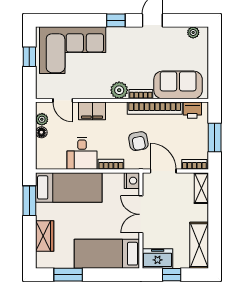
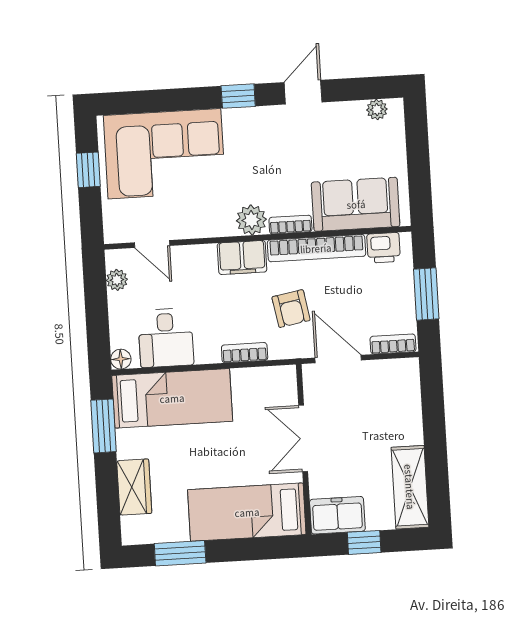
filing cabinet: (92, 111) -> (242, 258), moved
floor lamp: (41, 132) -> (121, 359), moved
desk: (82, 153) -> (166, 338), moved
nightstand: (132, 181) -> (284, 379), removed
shelving: (201, 188) -> (408, 385), removed

